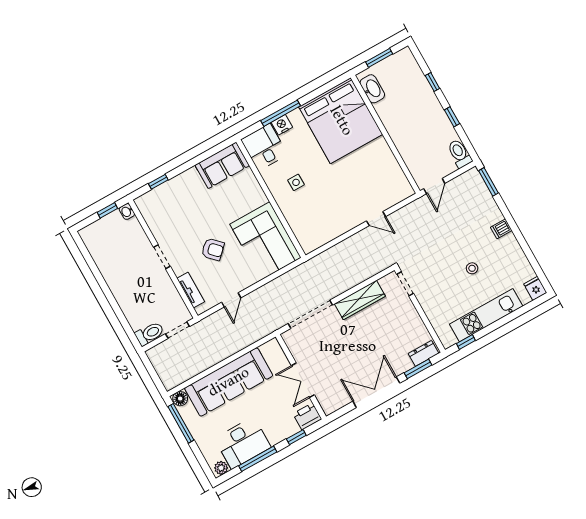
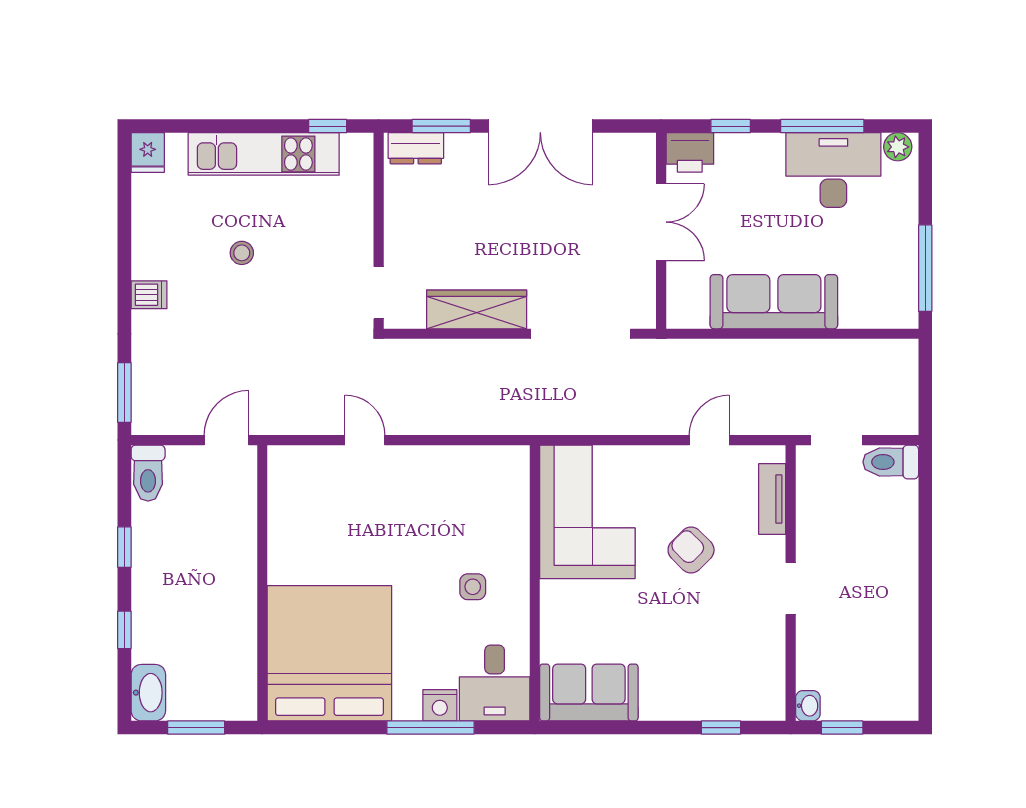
washbasin: (372, 89) -> (148, 693), moved, turned 180
sofa: (229, 382) -> (774, 302), width x0.74, depth x0.79
floor lamp: (180, 399) -> (901, 314), removed

